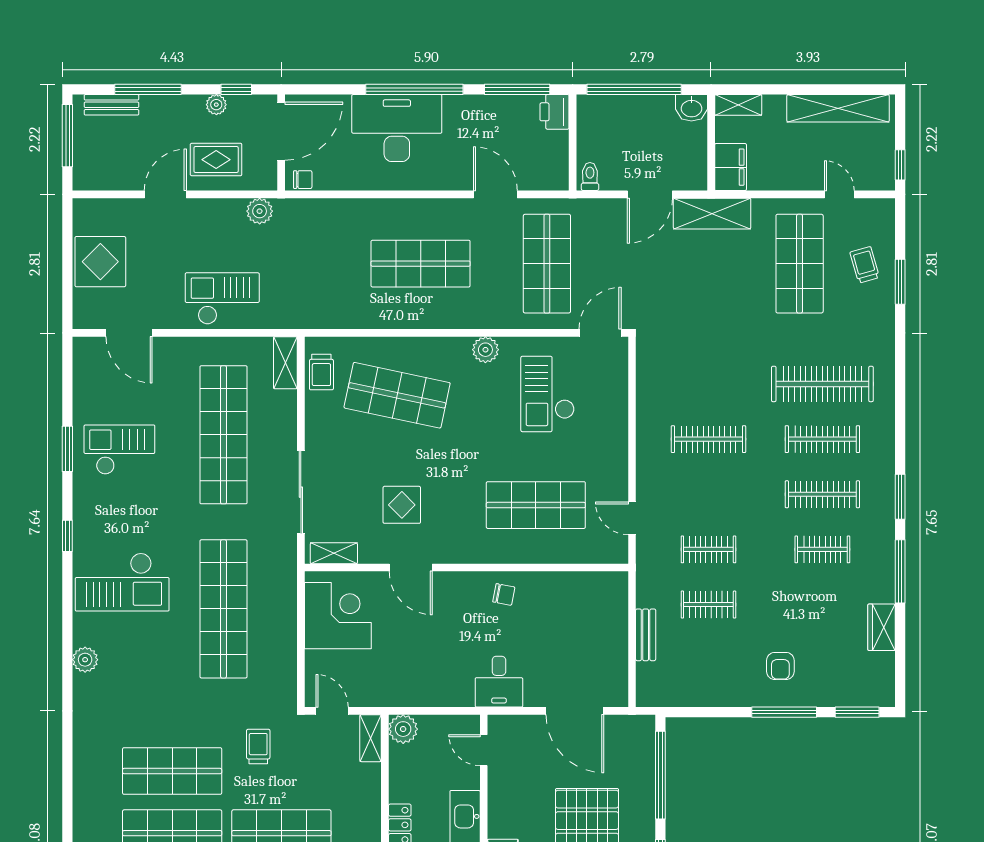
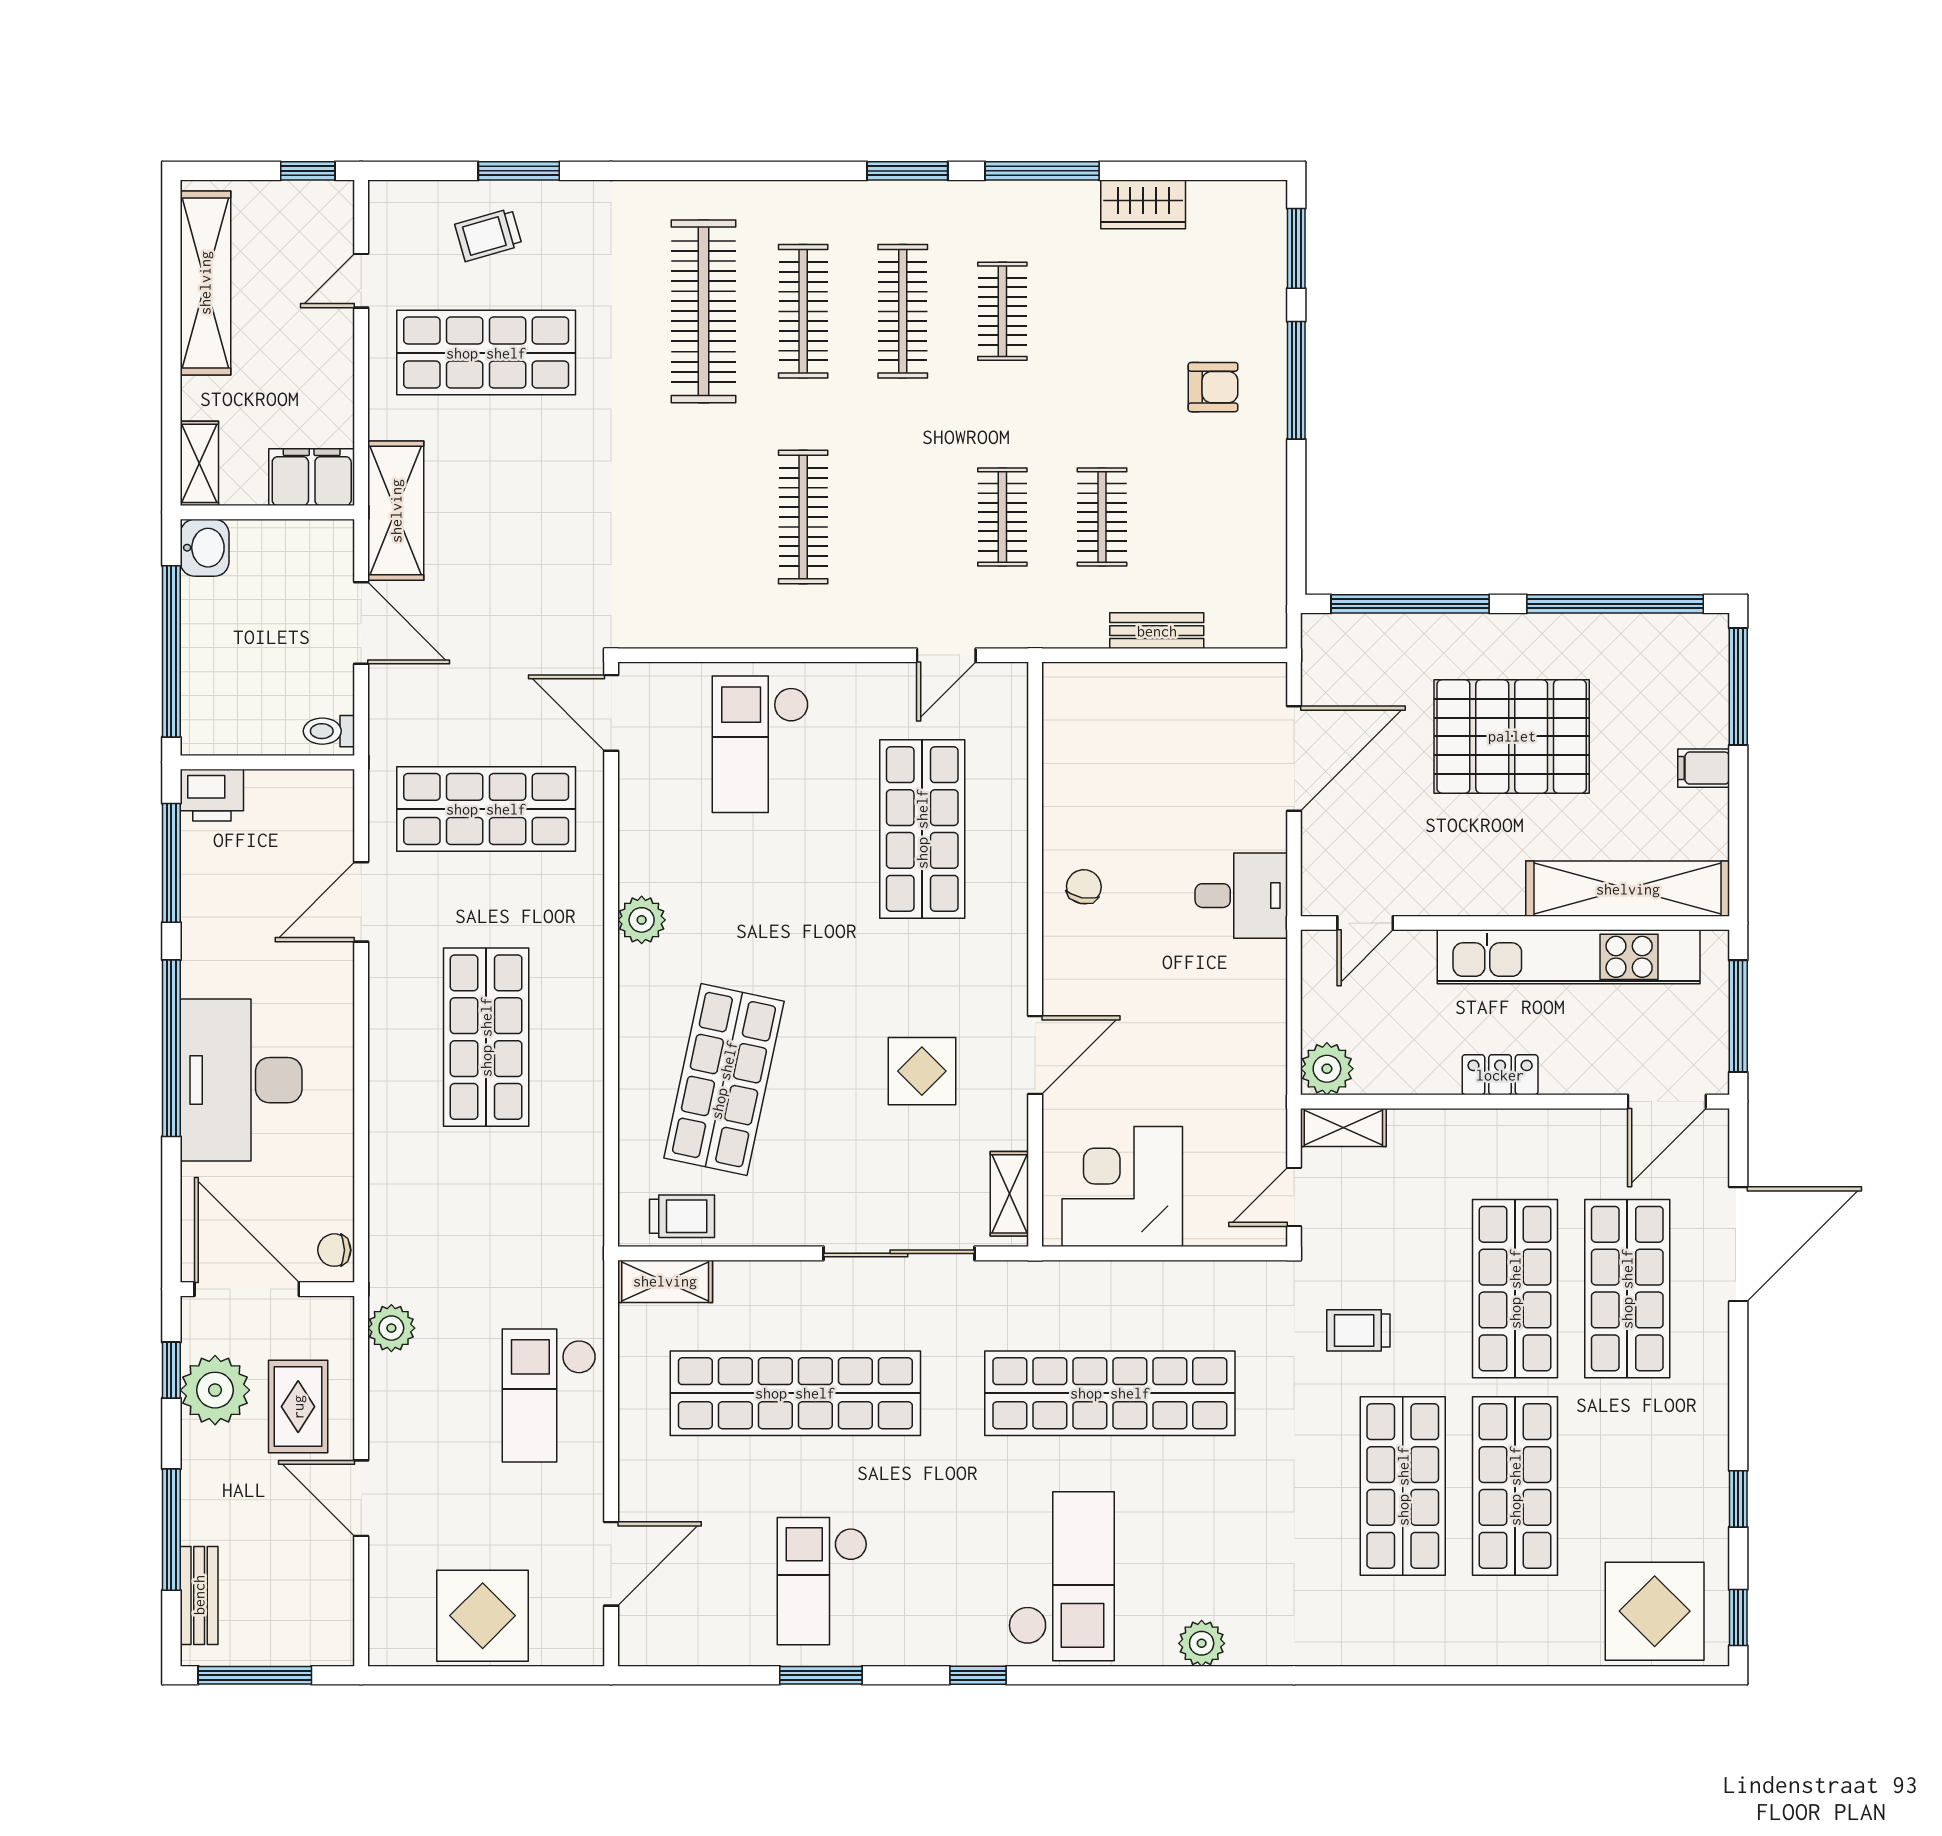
plant: (216, 105) -> (215, 1390), width x1.87, depth x1.87
chair: (303, 180) -> (334, 1250), turned -90
checkout: (548, 394) -> (760, 744), moved, turned 90

